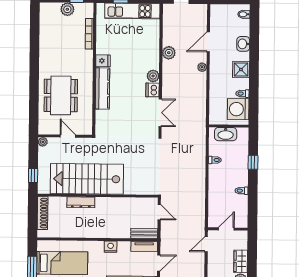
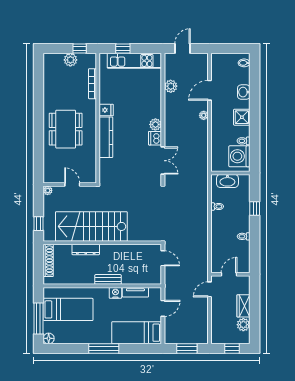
plant: (169, 53) -> (171, 86), moved
dining table: (61, 95) -> (66, 129), moved
bench: (144, 233) -> (108, 279), moved
tv unit: (144, 246) -> (135, 292), moved

